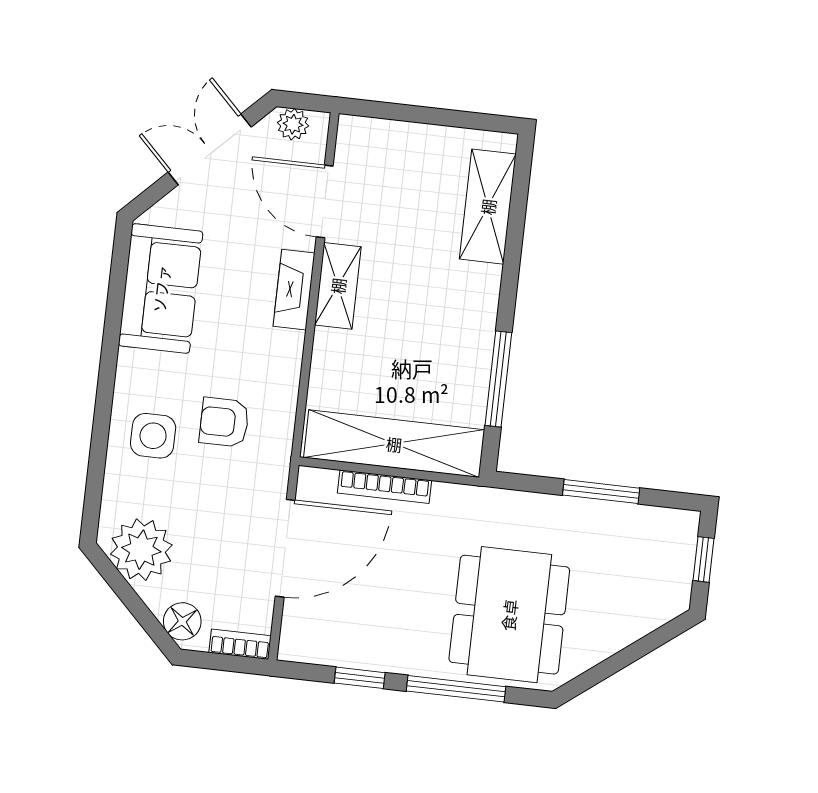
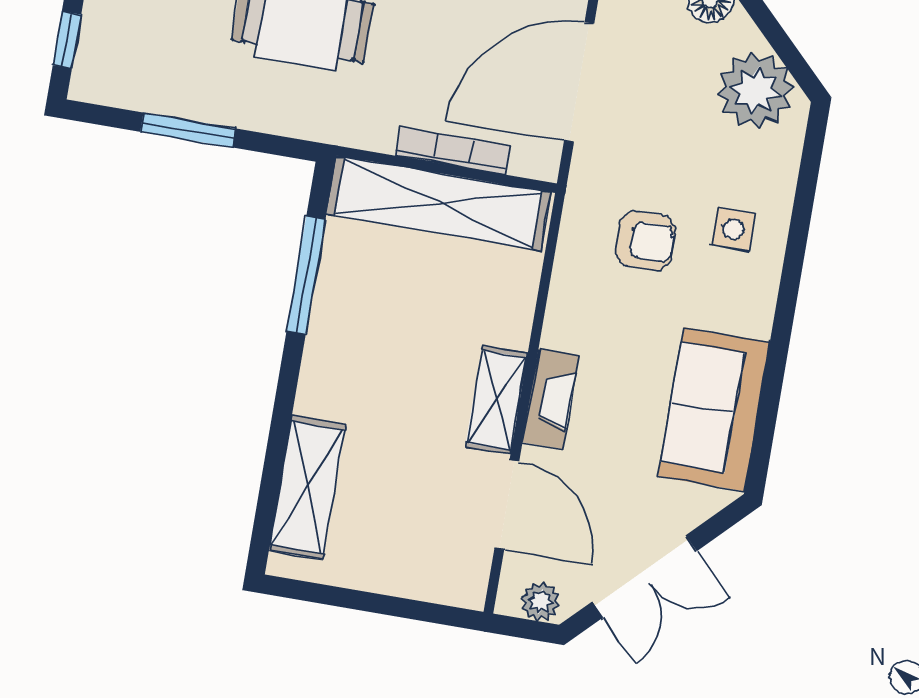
side table: (153, 436) -> (733, 229), width x0.73, depth x0.73

